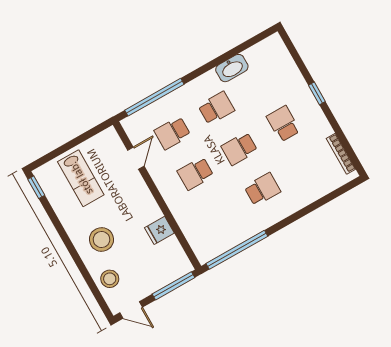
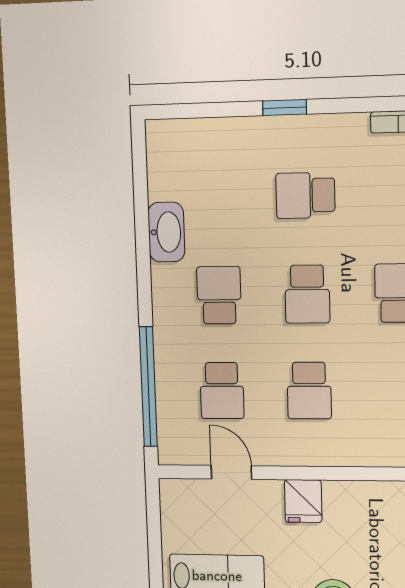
fridge: (159, 230) -> (303, 501), moved

